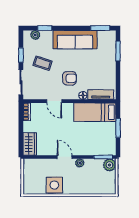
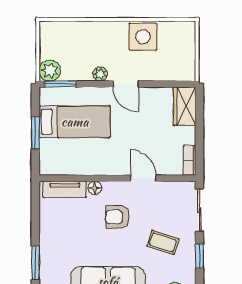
bed: (95, 112) -> (75, 122), moved

